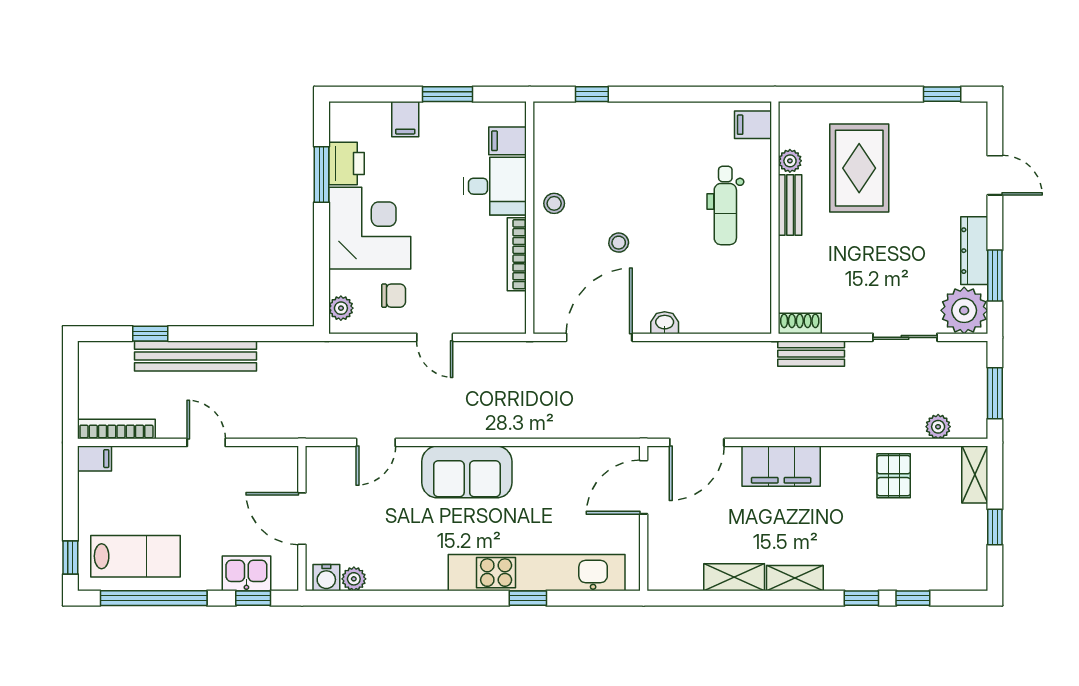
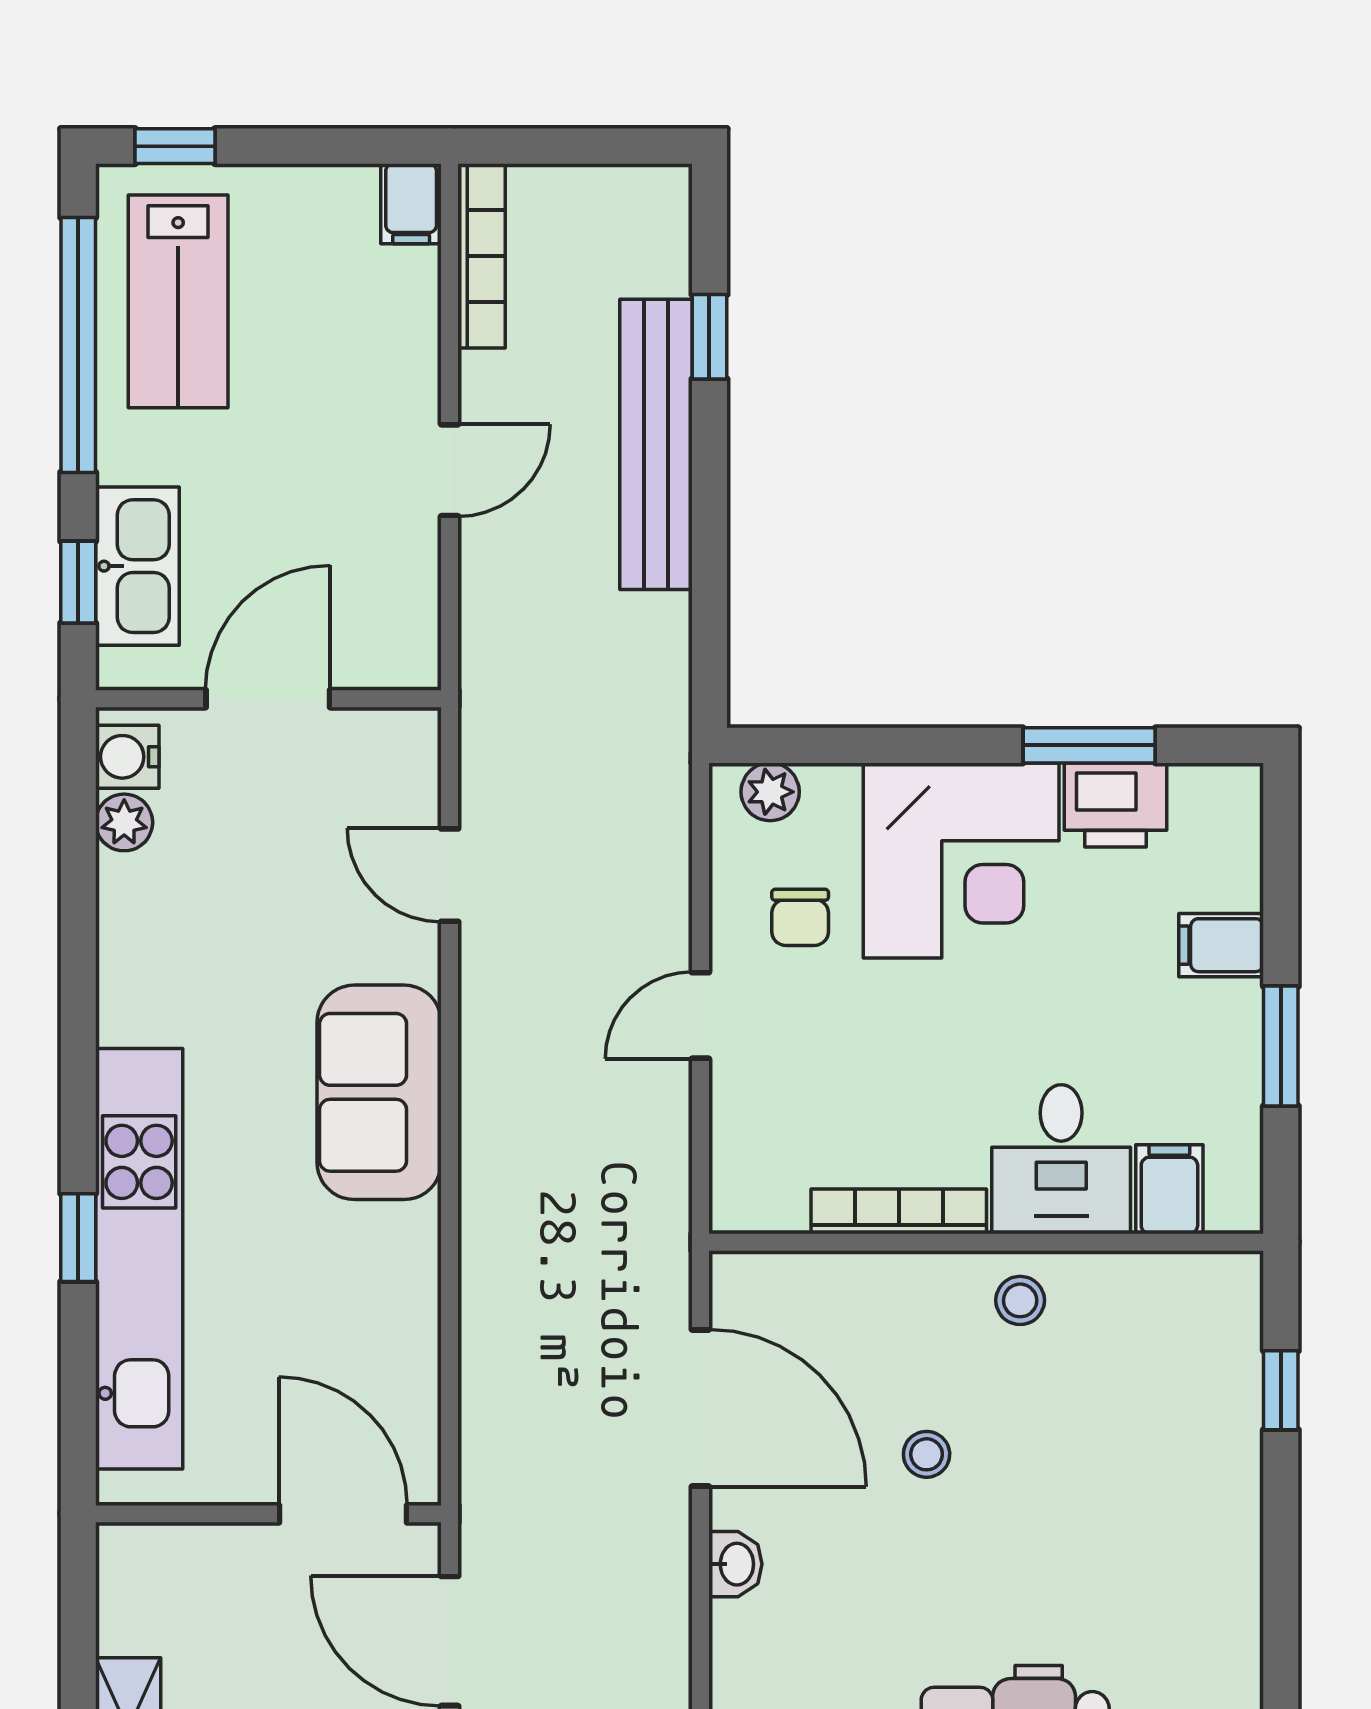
kitchen sink: (246, 573) -> (137, 566), width x1.38

